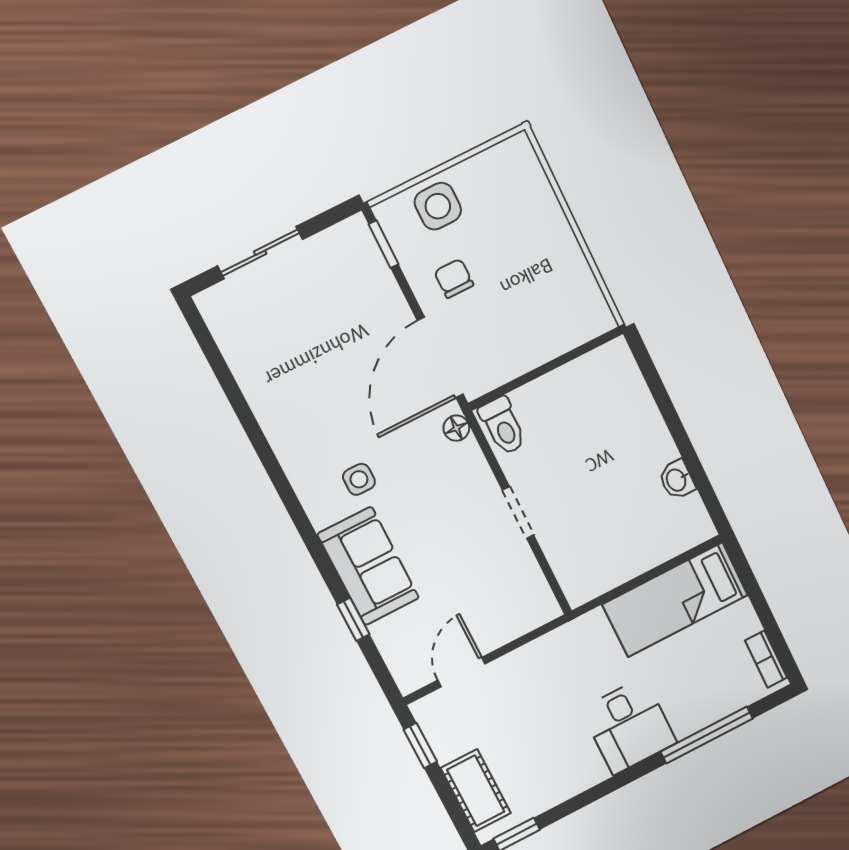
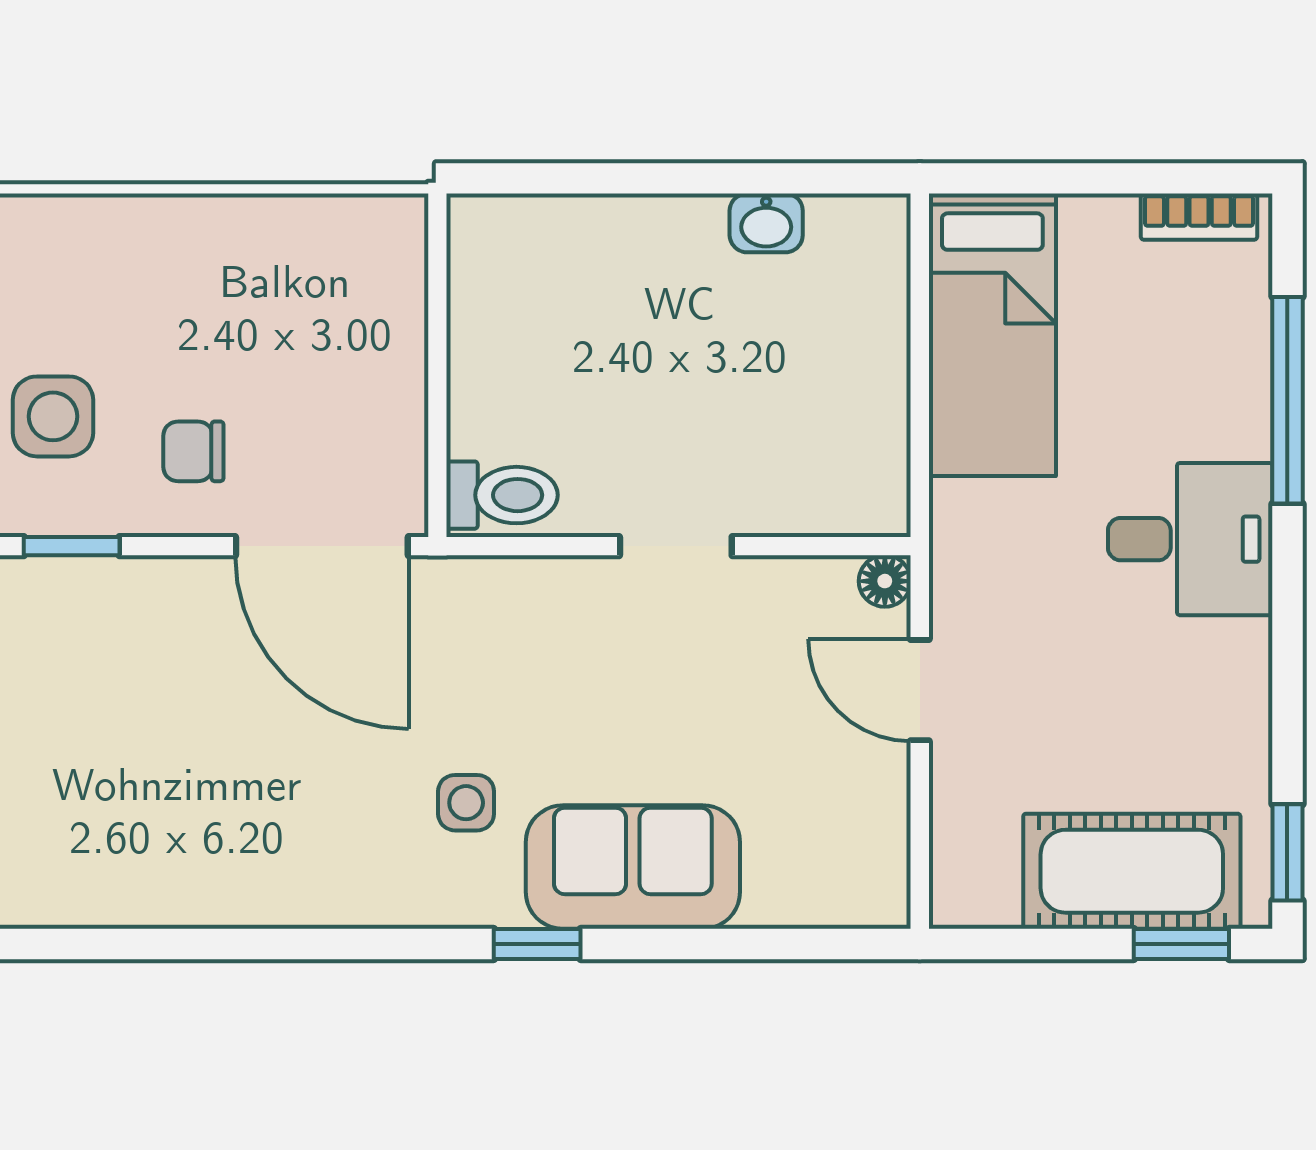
floor lamp: (456, 428) -> (885, 581), moved
window: (353, 619) -> (537, 944), moved
door: (461, 672) -> (920, 690), moved
window: (420, 746) -> (1181, 944), moved
cot: (476, 791) -> (1132, 871), width x1.37, depth x1.34

